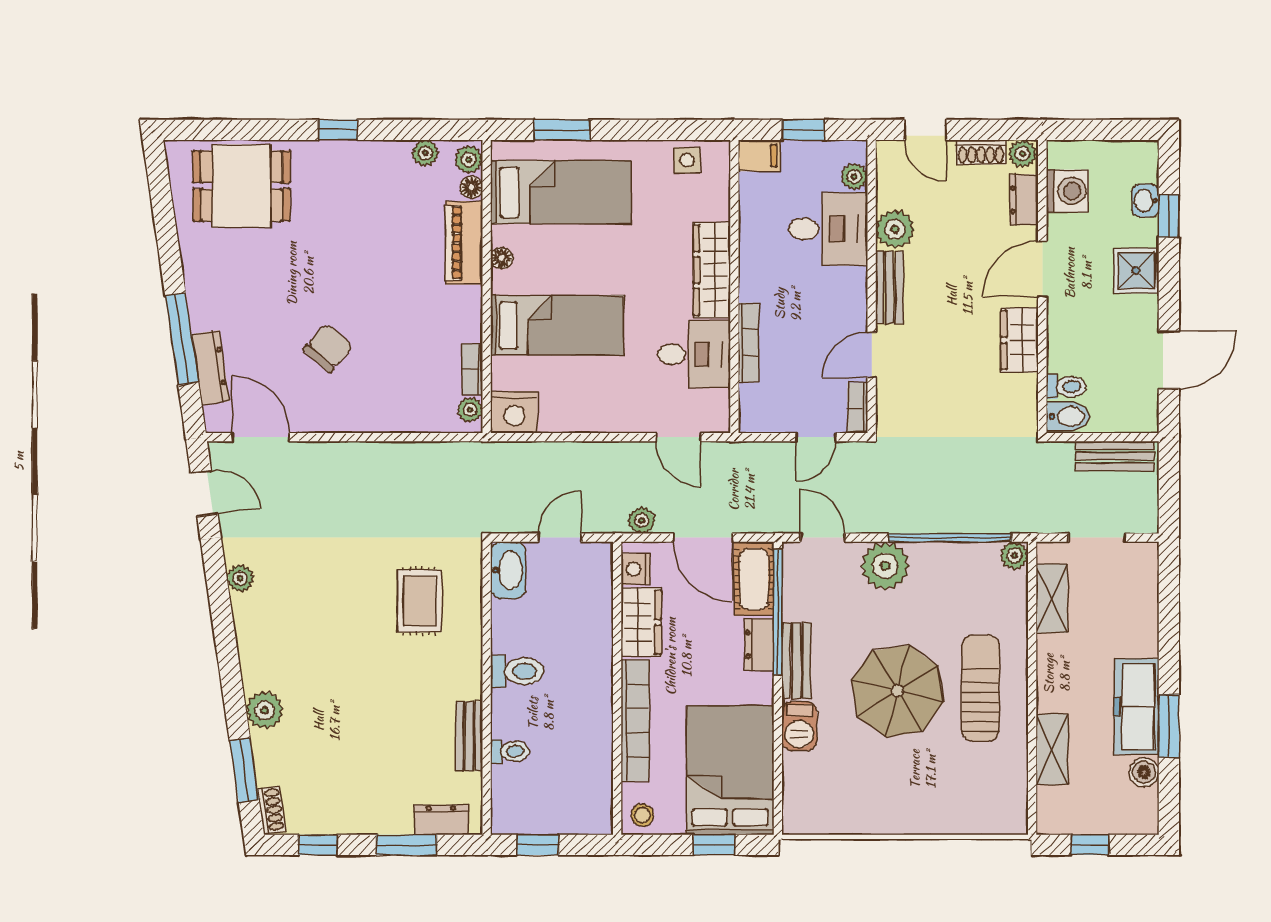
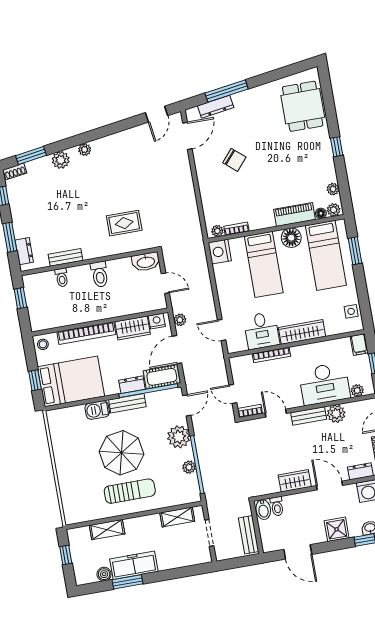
desk: (828, 229) -> (324, 384), width x1.37
floor lamp: (502, 258) -> (291, 238), width x1.89, depth x1.89
door: (678, 437) -> (222, 330), hinge flipped
plant: (1014, 556) -> (189, 467), moved
plant: (240, 578) -> (85, 150), moved

